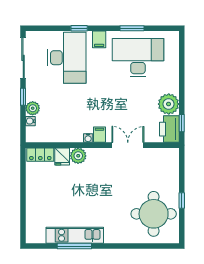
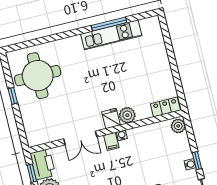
plant: (33, 108) -> (178, 126), moved
water cooler: (30, 121) -> (190, 164), moved
fridge: (62, 156) -> (111, 118), moved

